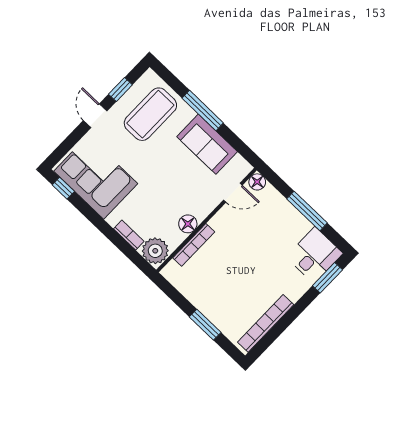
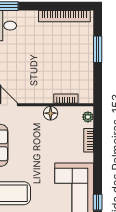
bookcase: (194, 245) -> (66, 99), width x0.64
plant: (155, 251) -> (88, 117), width x0.53, depth x0.53

